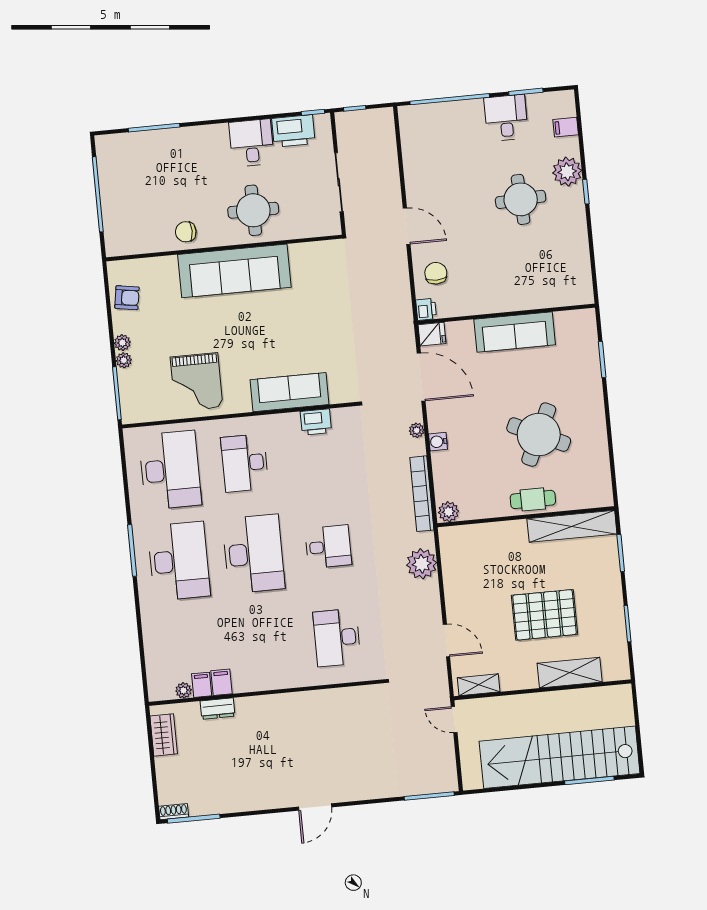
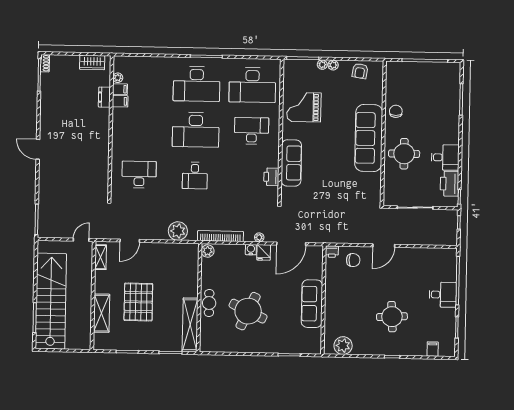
desk: (506, 118) -> (443, 295), moved
plant: (567, 172) -> (343, 346), moved
fridge: (432, 334) -> (264, 252), moved

